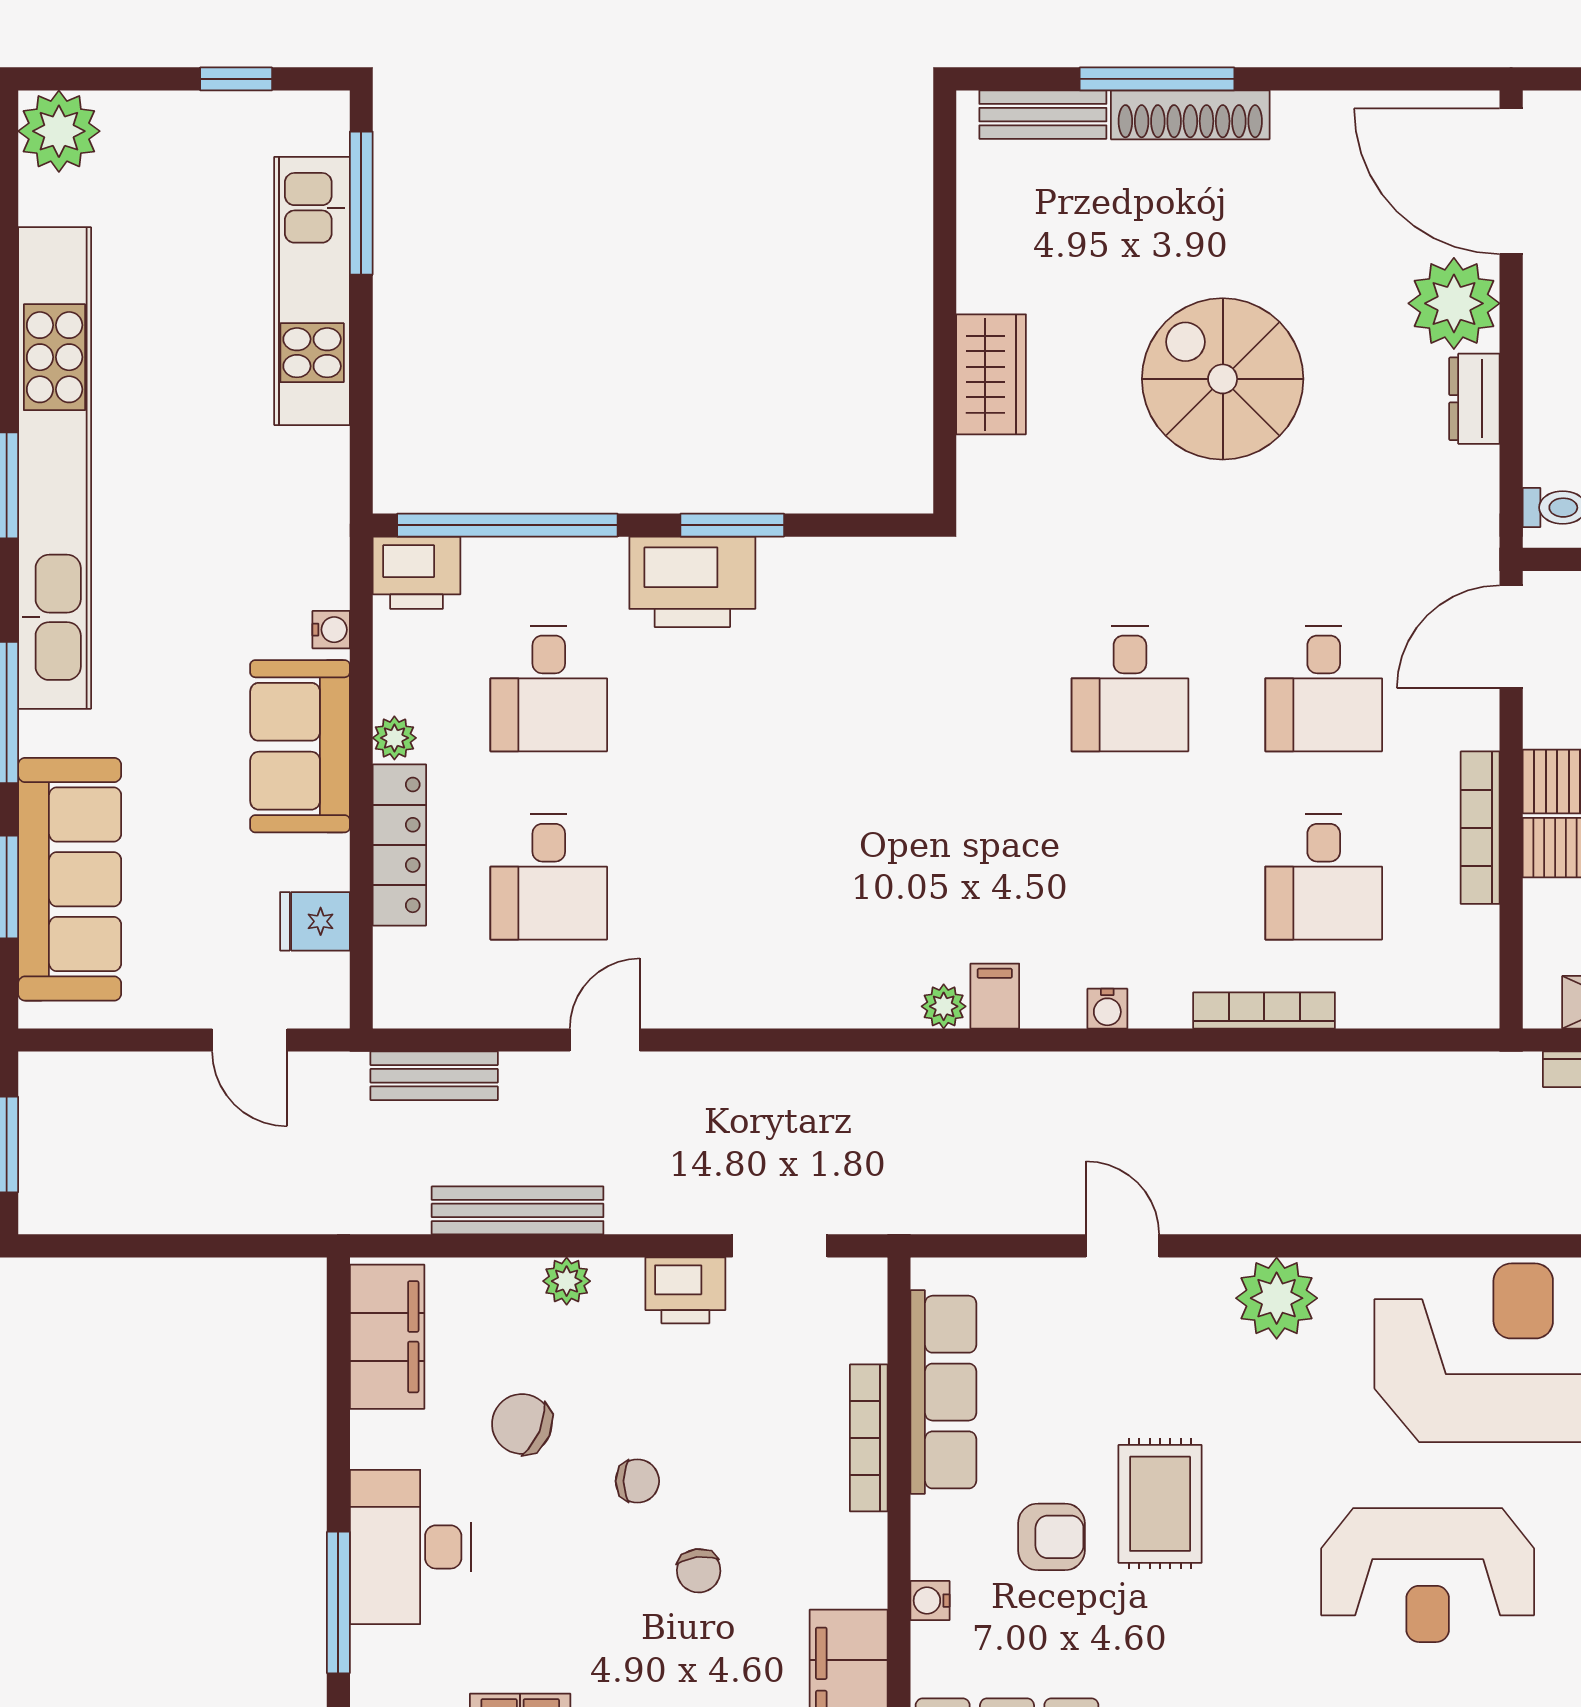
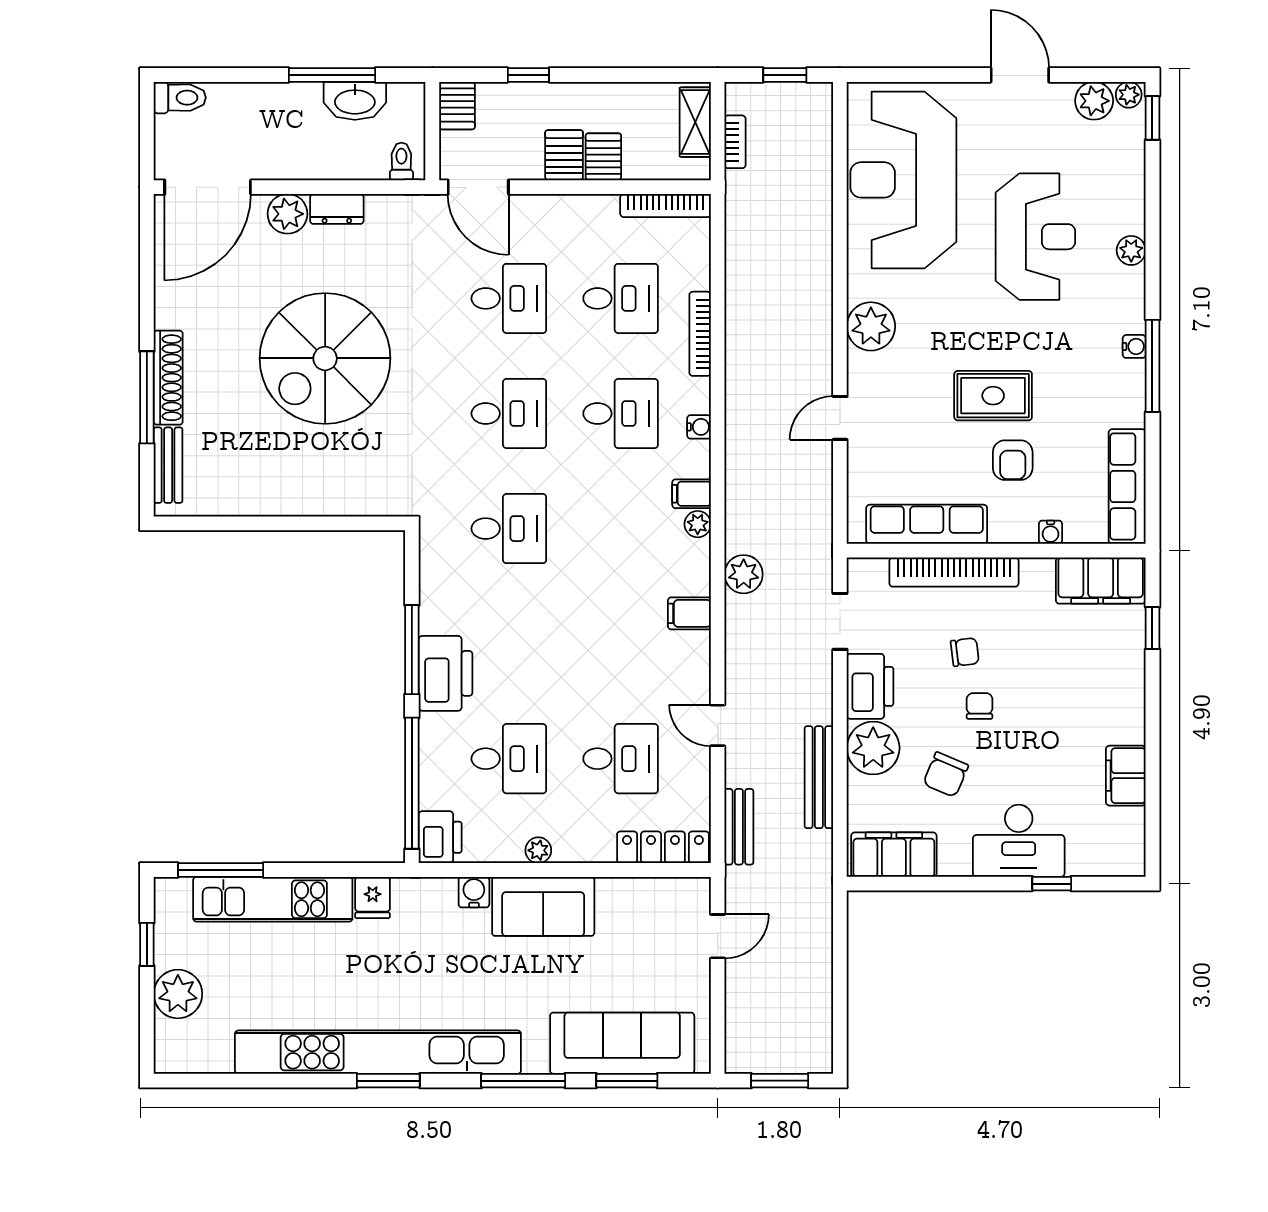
plant: (59, 131) -> (178, 994), moved
plant: (1454, 303) -> (287, 214), width x0.73, depth x0.73
wardrobe: (991, 374) -> (322, 496), removed
spiral stairs: (1223, 379) -> (325, 358), width x1.37, depth x1.37
window: (732, 525) -> (412, 650), width x1.44
water cooler: (331, 630) -> (474, 892), width x1.38, depth x1.38
desk: (936, 688) -> (509, 529), added
bookcase: (1480, 828) -> (666, 205), moved
locker: (399, 845) -> (663, 847), moved
desk: (1130, 877) -> (621, 413), added
fridge: (315, 921) -> (373, 898), moved
filing cabinet: (793, 992) -> (689, 613), added
plant: (859, 1084) -> (744, 574), added
plant: (567, 1281) -> (873, 748), width x1.88, depth x1.88
printer: (685, 1290) -> (870, 686), width x1.37, depth x1.19
bookcase: (869, 1438) -> (954, 572), width x1.48, depth x1.31
armchair: (1051, 1537) -> (1013, 460), turned 180
chair: (699, 1571) -> (965, 652), moved
window: (338, 1603) -> (1052, 884), width x0.46

